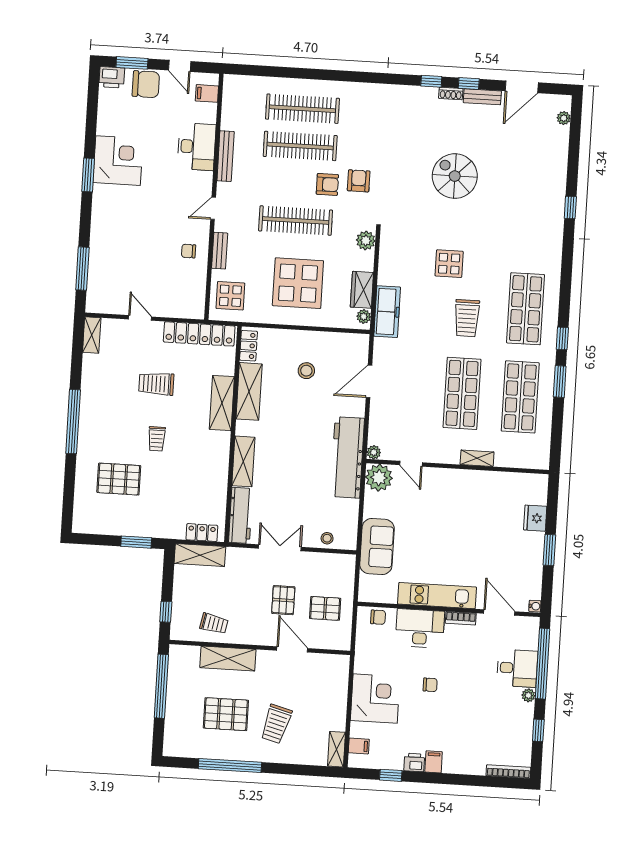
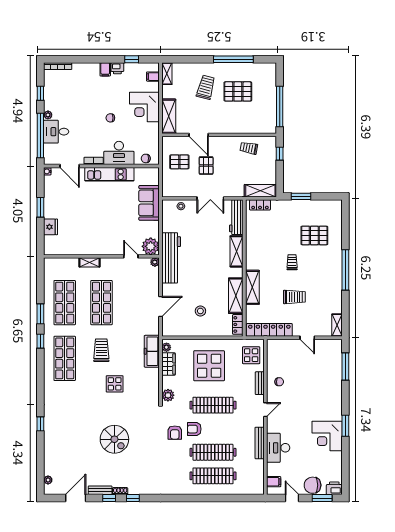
shelving: (228, 658) -> (169, 116), moved, turned 90

